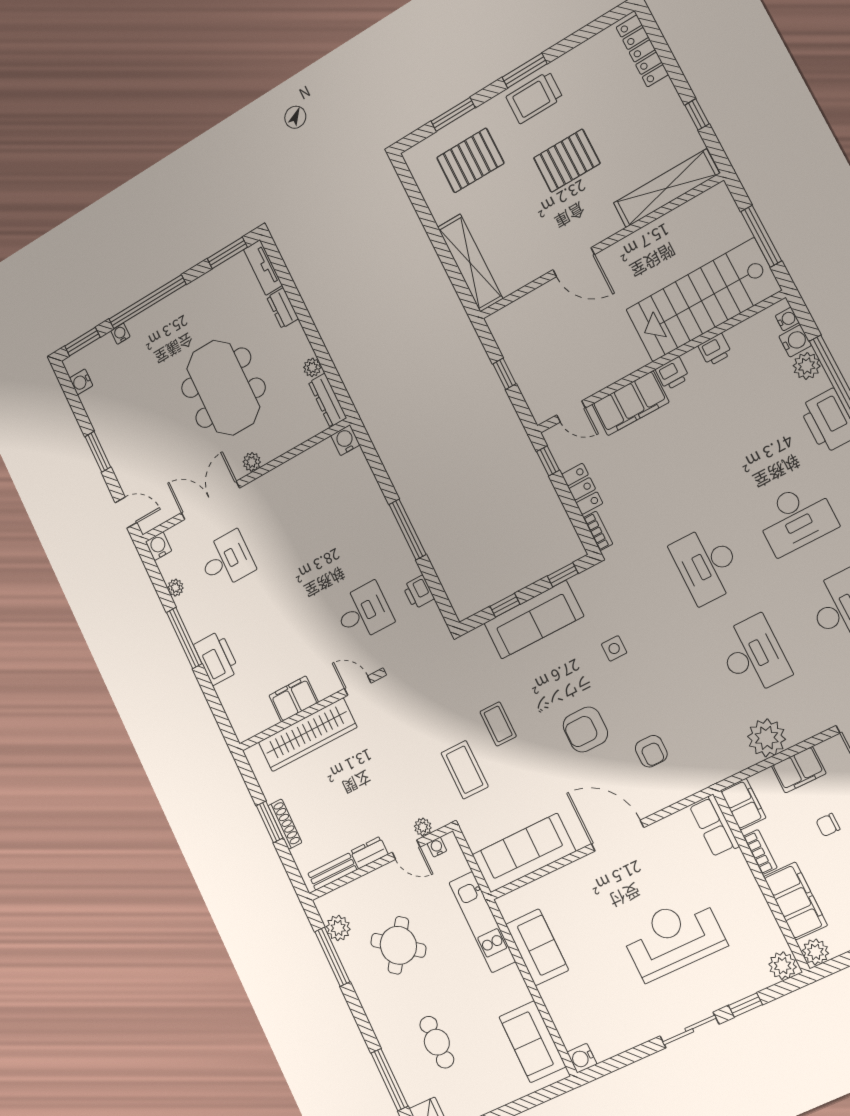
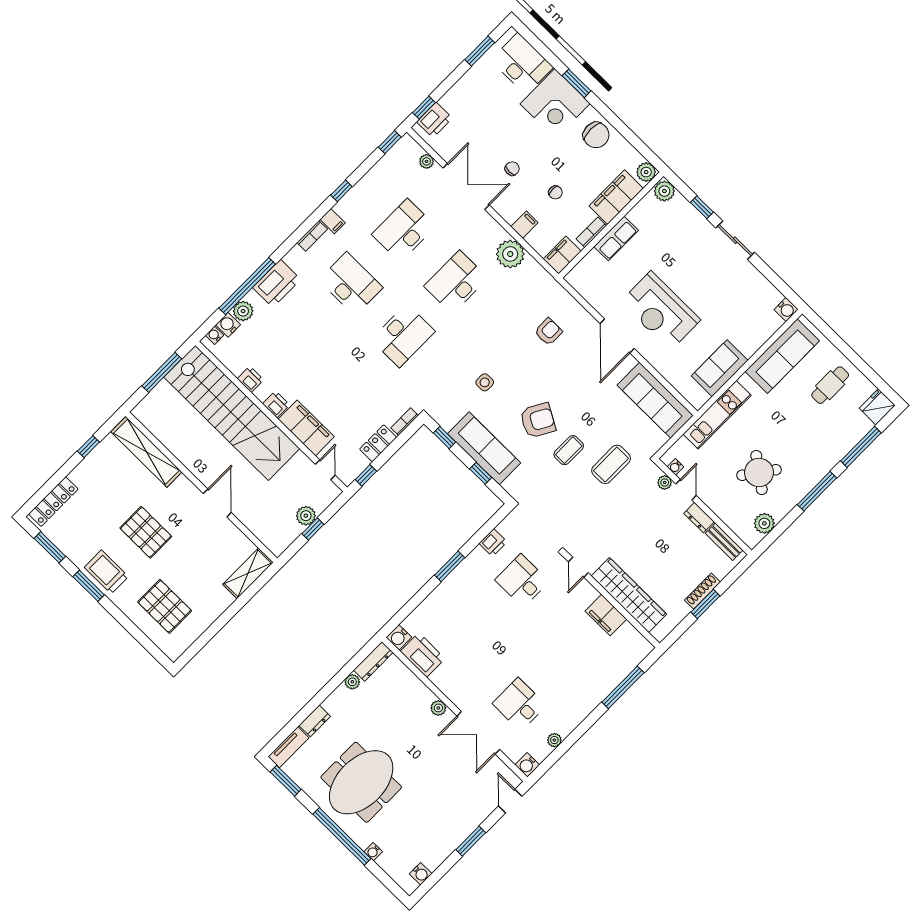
trolley: (534, 97) -> (106, 572), turned 180
window: (453, 114) -> (50, 547), moved
shelving: (470, 263) -> (248, 573), width x0.68
stairs: (703, 300) -> (232, 413), width x1.36
window: (82, 342) -> (389, 883), removed
plant: (523, 370) -> (306, 516), added
meeting table: (223, 388) -> (361, 782), moved
window: (407, 529) -> (450, 566), width x0.69
window: (184, 638) -> (623, 687), moved
printer: (216, 658) -> (423, 655), moved, turned 90
armchair: (585, 729) -> (538, 420), moved, turned -61
filing cabinet: (799, 770) -> (524, 225), width x0.50
row of seats: (714, 826) -> (616, 238), moved
reception desk: (673, 938) -> (660, 311), moved
window: (332, 957) -> (817, 491), moved
cafe table: (437, 1042) -> (830, 385), moved
sofa: (532, 1042) -> (782, 356), width x1.36

